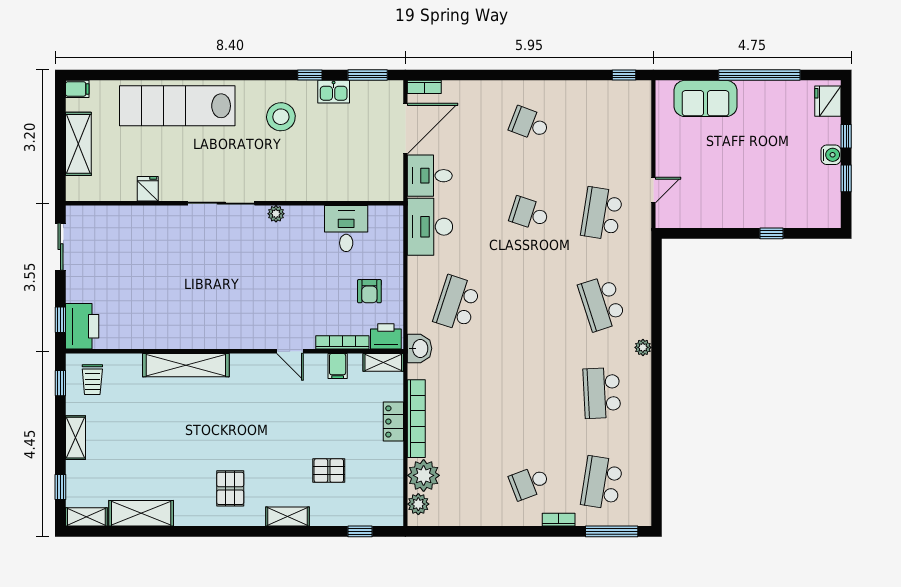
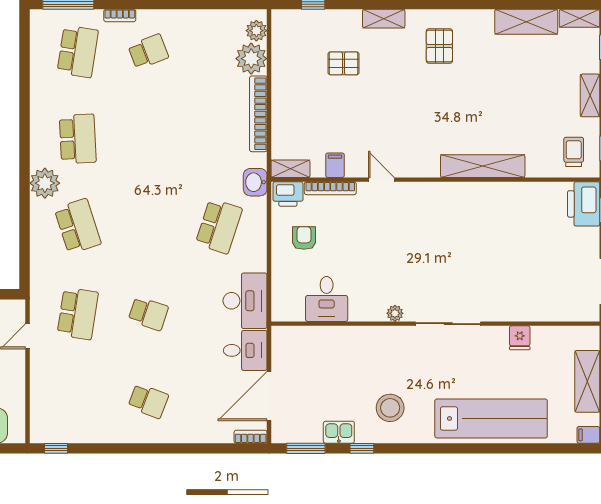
plant: (643, 347) -> (45, 183), width x1.88, depth x1.88
locker: (393, 421) -> (281, 111), removed

